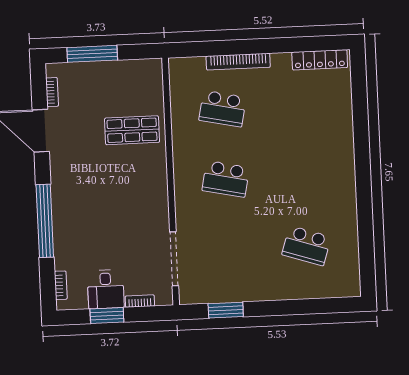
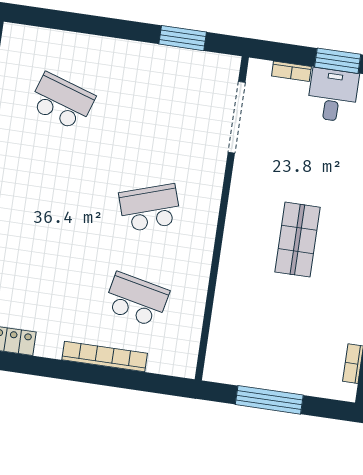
window: (92, 54) -> (269, 400), moved
shop shelf: (132, 130) -> (297, 240), moved, turned 90
school desk: (226, 179) -> (150, 208), turned -30

